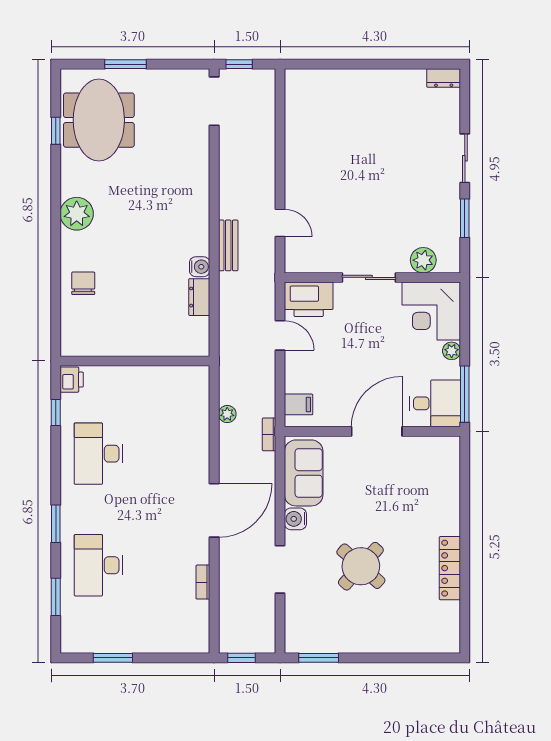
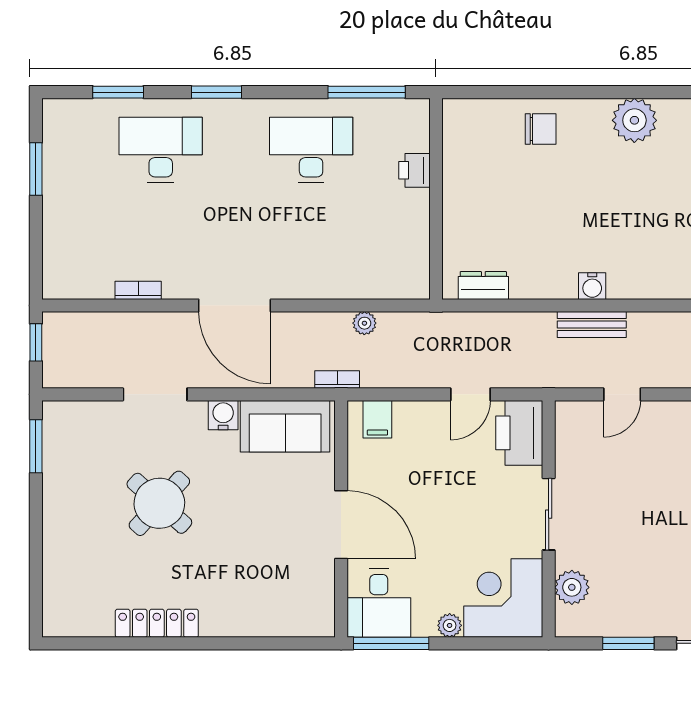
water cooler: (200, 267) -> (592, 286), moved
dresser: (199, 297) -> (483, 285), moved
printer: (72, 380) -> (414, 170), moved, turned 90
window: (56, 412) -> (367, 92), width x2.17

